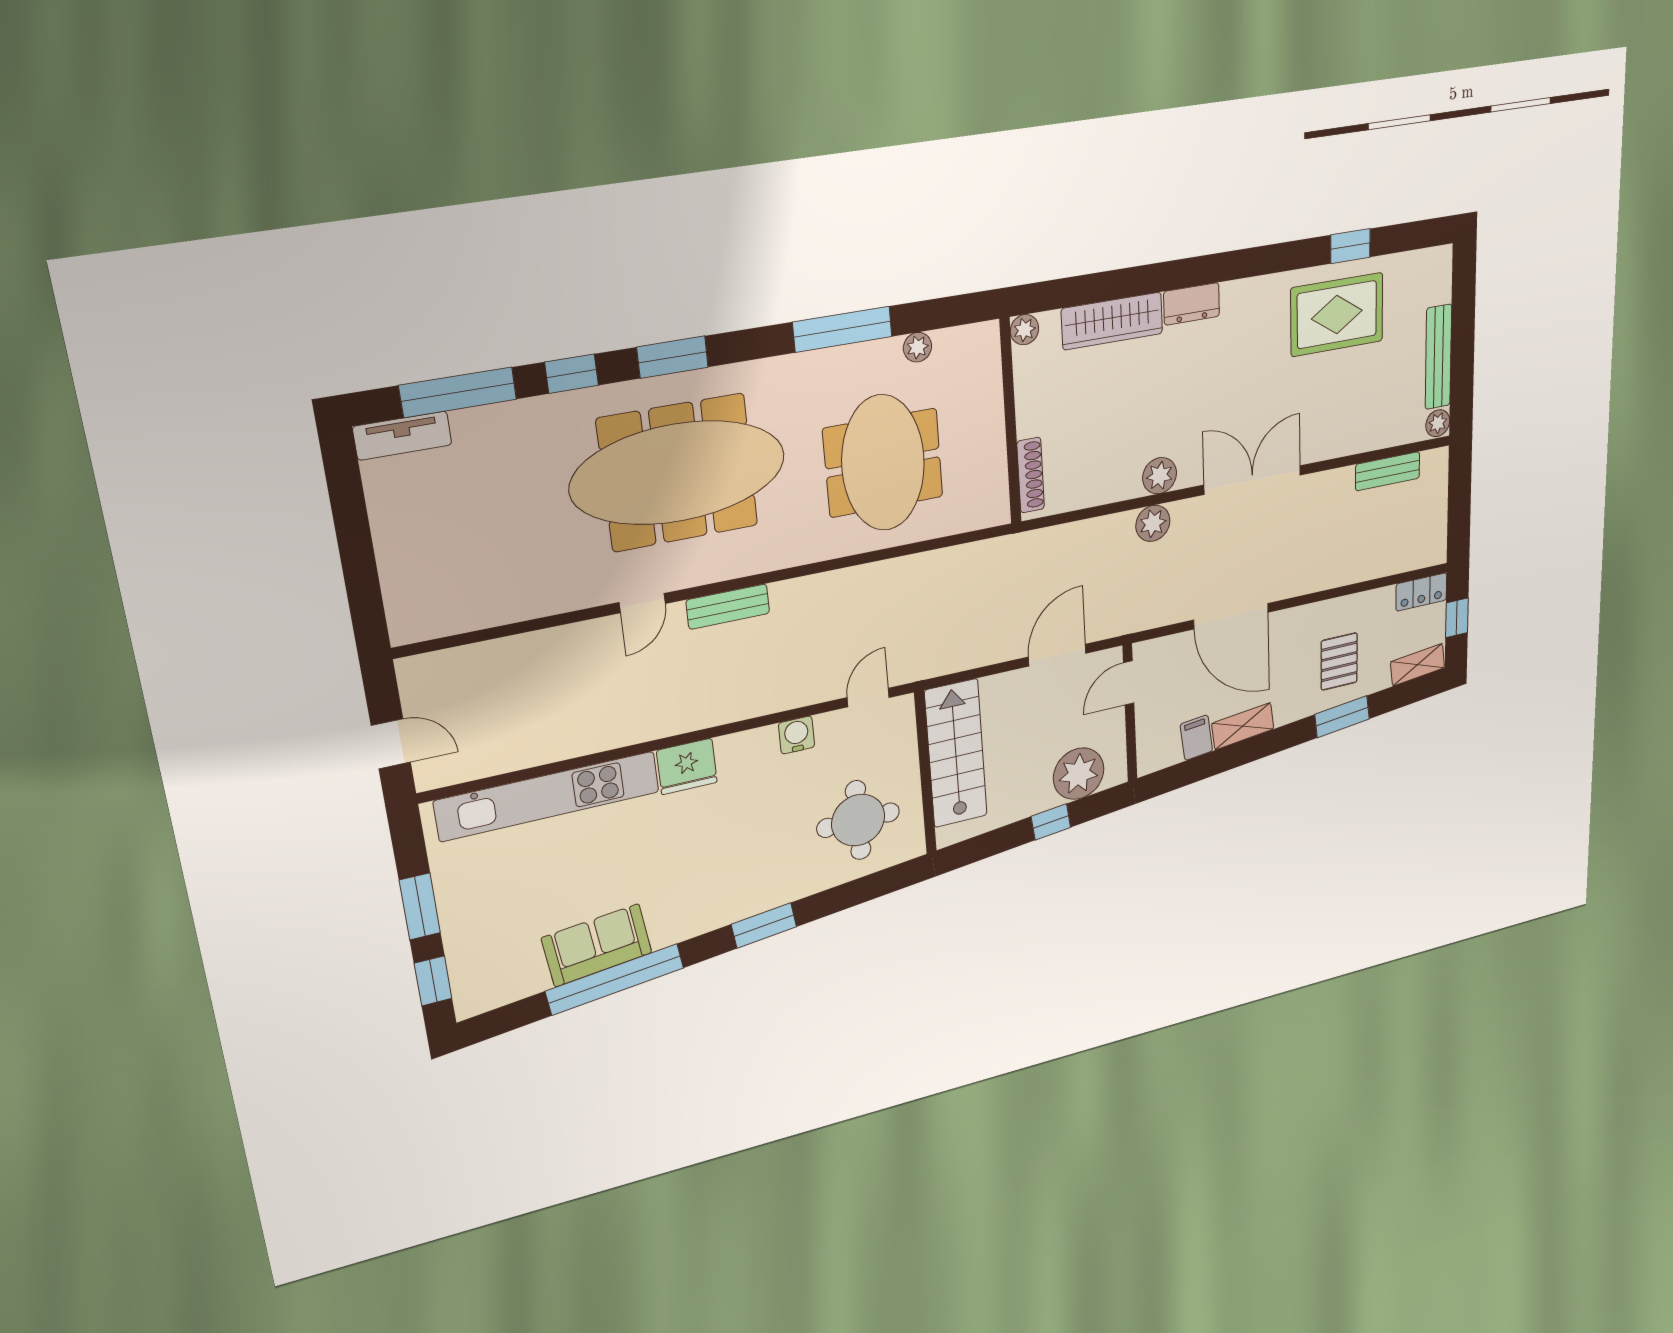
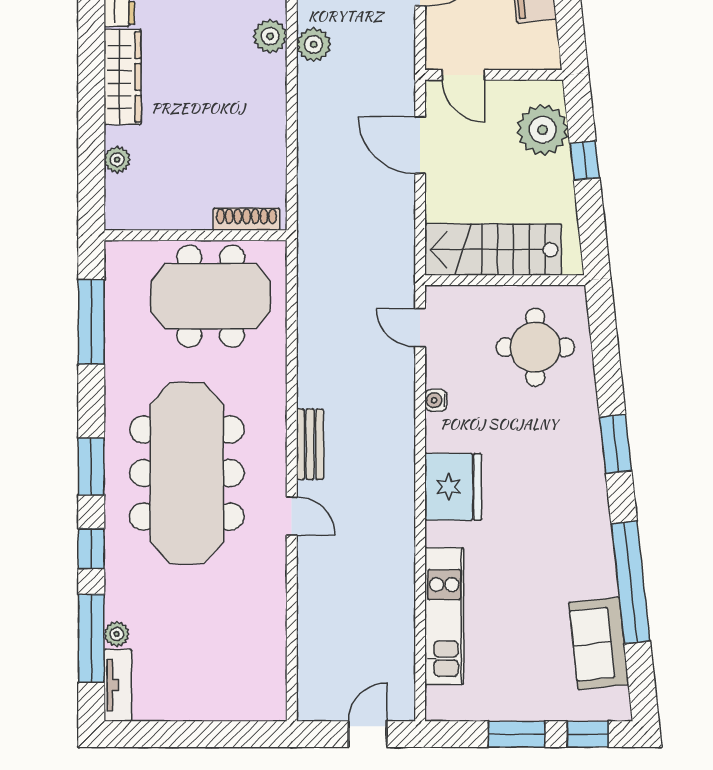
plant: (918, 347) -> (117, 634), moved
wall: (1010, 422) -> (195, 235), moved
shoe rack: (1031, 475) -> (246, 219), moved
water cooler: (797, 735) -> (436, 400), width x0.72, depth x0.72
fridge: (687, 766) -> (453, 487), width x1.36, depth x1.34
kitchen unit: (548, 796) -> (444, 616), width x0.73
sofa: (597, 945) -> (599, 643), moved

